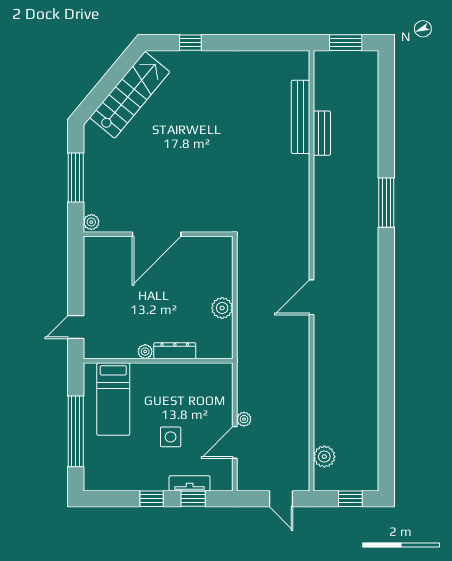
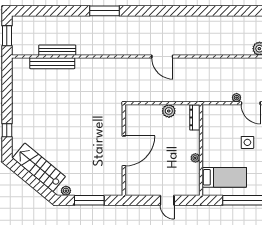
bench: (322, 133) -> (57, 50), width x1.36
plant: (91, 222) -> (66, 191), moved
door: (157, 234) -> (124, 151), hinge flipped
door: (76, 327) -> (167, 200), moved
dresser: (175, 351) -> (195, 117), moved

